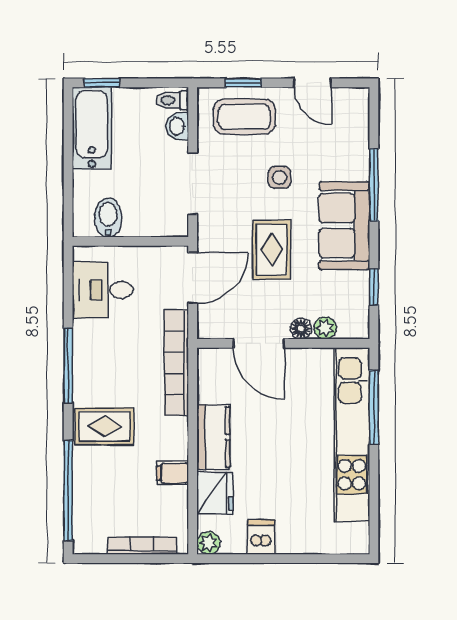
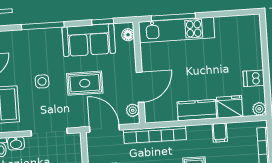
sofa: (344, 226) -> (89, 40), moved
plant: (325, 328) -> (133, 110), moved
floor lamp: (301, 329) -> (128, 35), moved
kitchen unit: (352, 435) -> (177, 30), width x0.73

